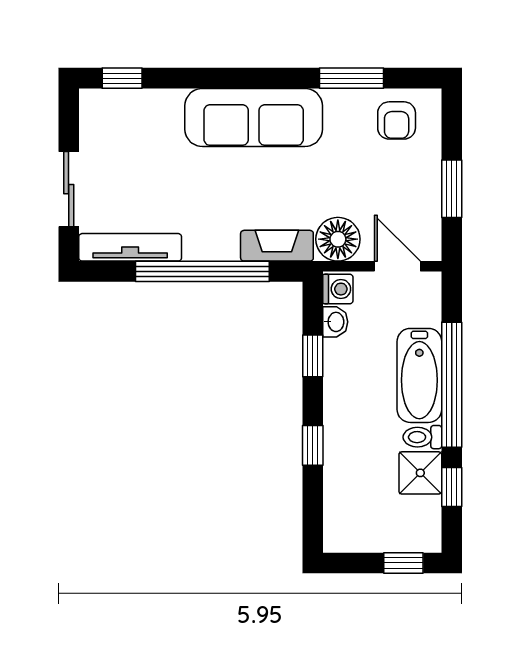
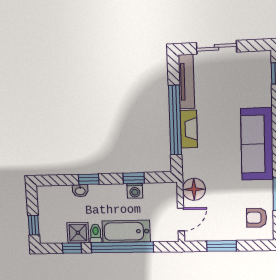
fireplace: (277, 246) -> (189, 129), moved
washing machine: (338, 289) -> (135, 191), moved
washbasin: (335, 322) -> (80, 191), moved

